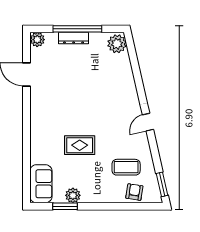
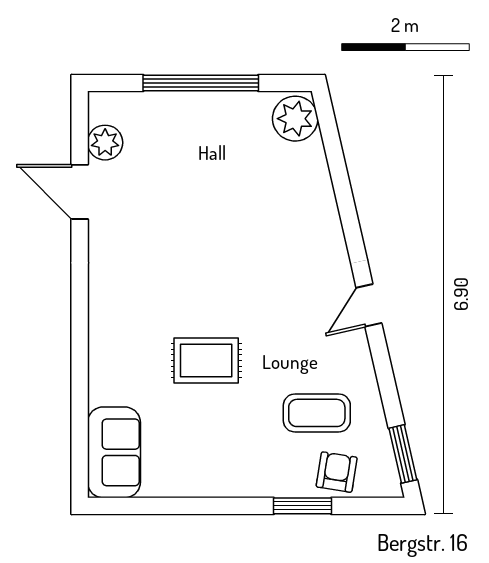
dresser: (74, 38) -> (192, 105), removed
plant: (37, 40) -> (105, 143), moved
plant: (73, 195) -> (190, 480), removed
window: (65, 206) -> (302, 506), moved

